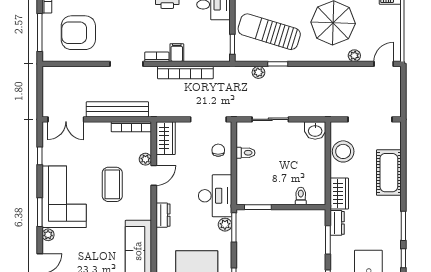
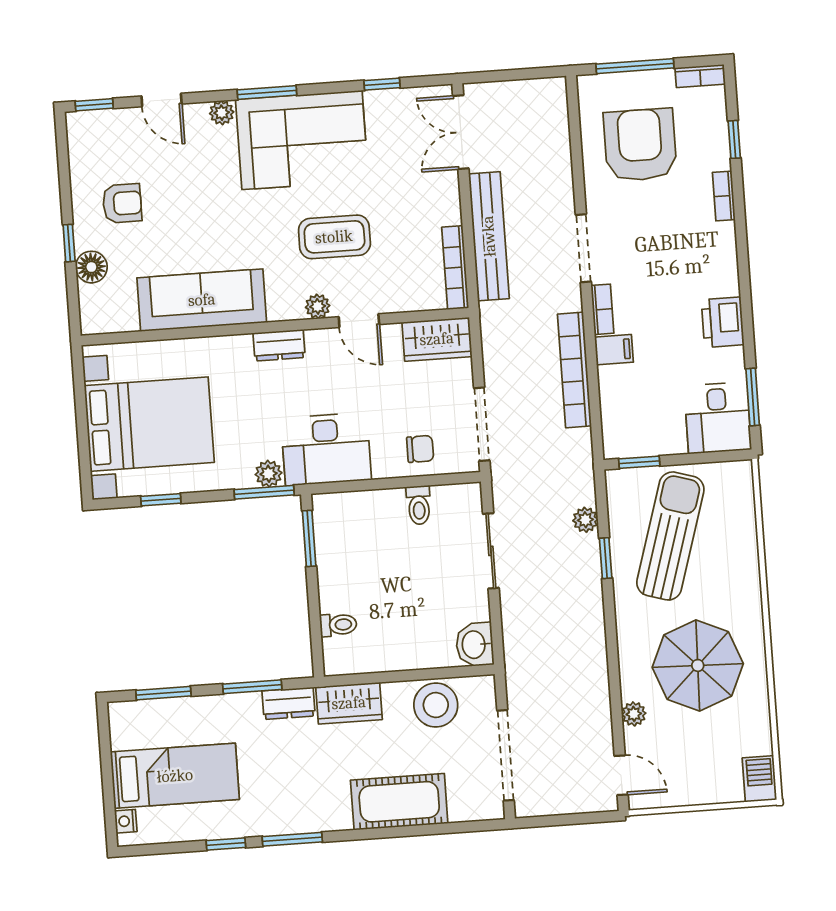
plant: (145, 159) -> (318, 306), moved

